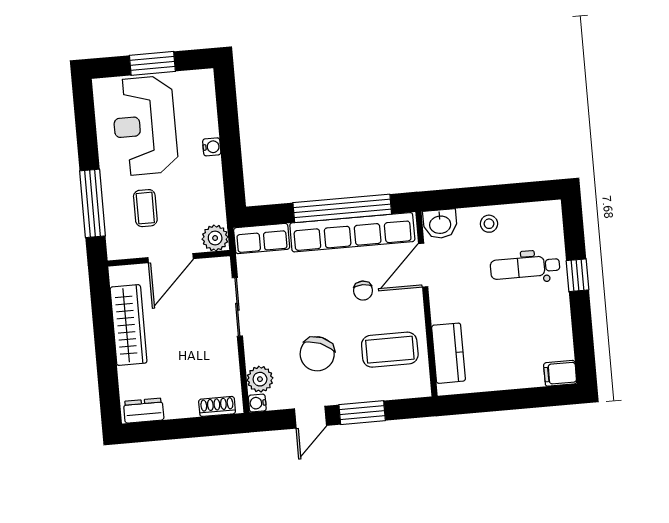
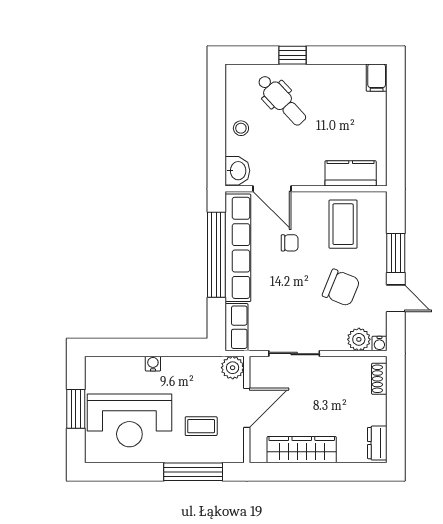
door: (171, 258) -> (247, 408), hinge flipped
dental chair: (525, 267) -> (282, 100), turned -43

